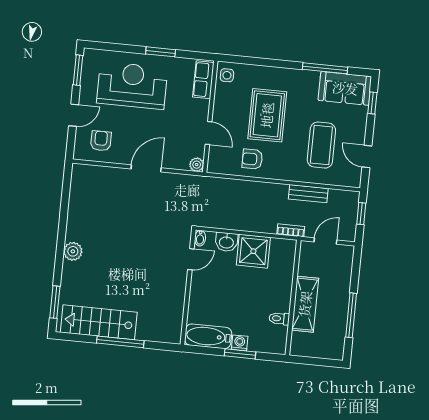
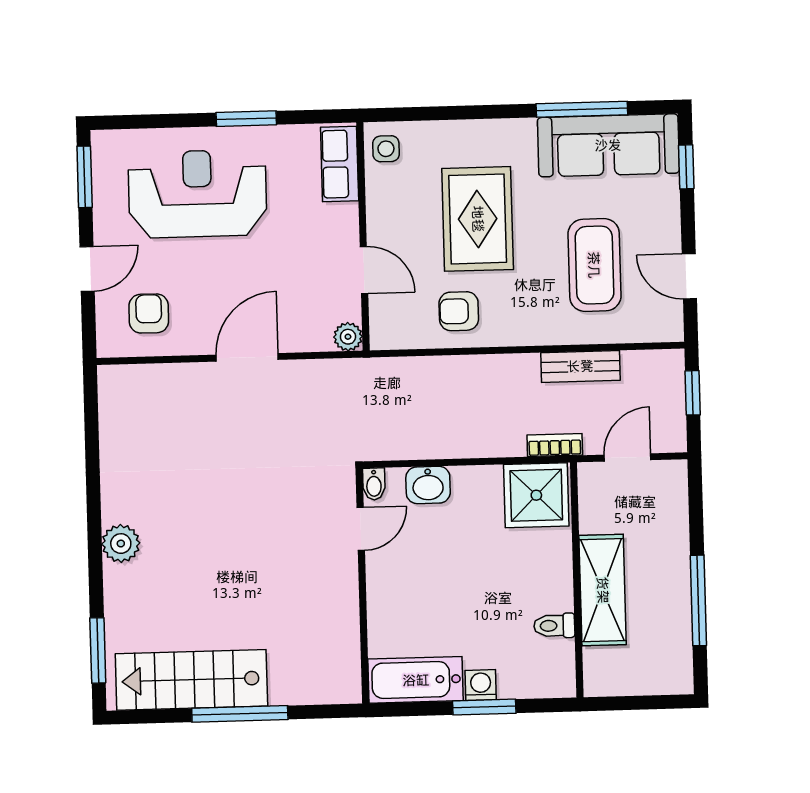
sofa: (345, 88) -> (608, 145), width x1.36
shower: (253, 251) -> (536, 495), moved

